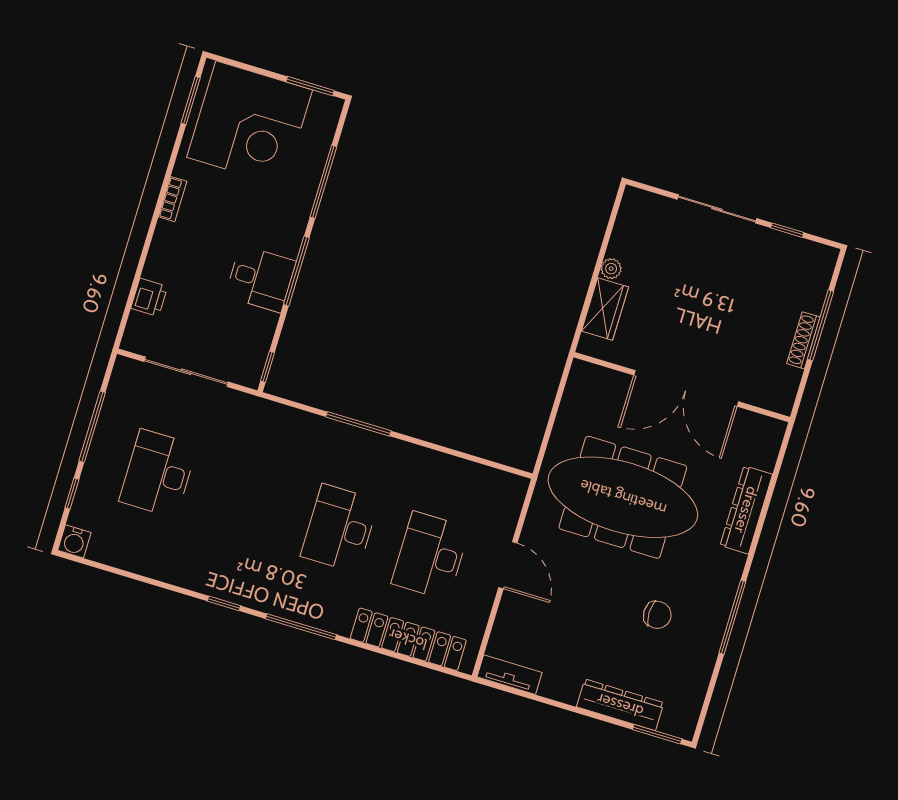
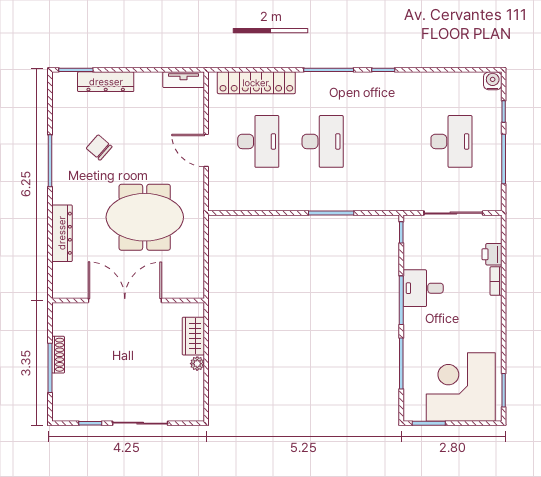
bookcase: (173, 199) -> (496, 281), moved
meeting table: (623, 497) -> (145, 217), width x0.73
chair: (657, 615) -> (99, 148), turned 41

